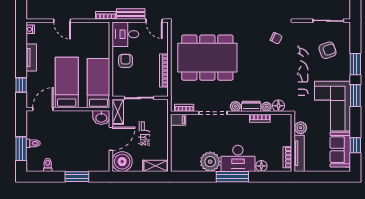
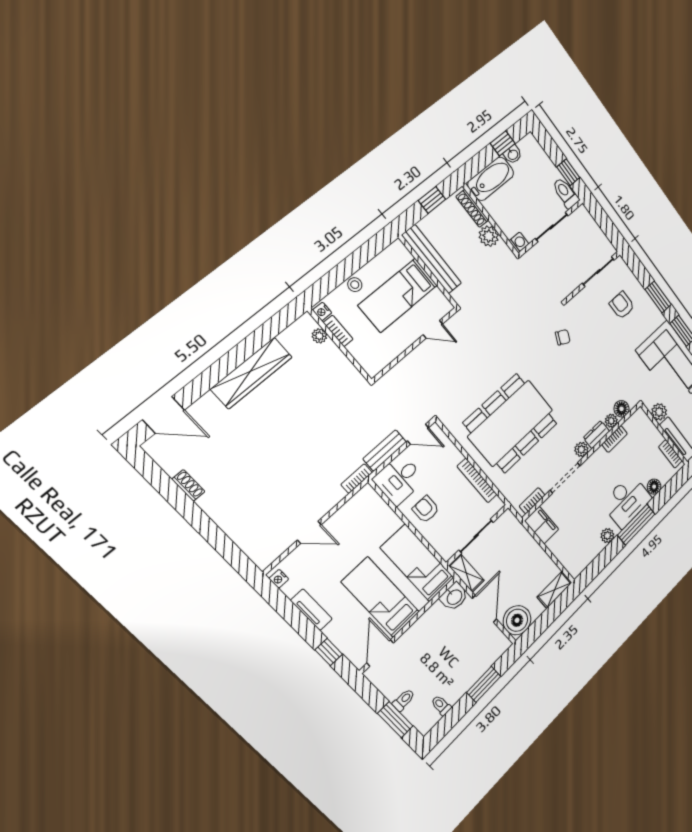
armchair: (328, 50) -> (622, 305), turned -71
filing cabinet: (178, 120) -> (542, 525), width x2.00
plant: (210, 162) -> (607, 536), width x0.53, depth x0.53

